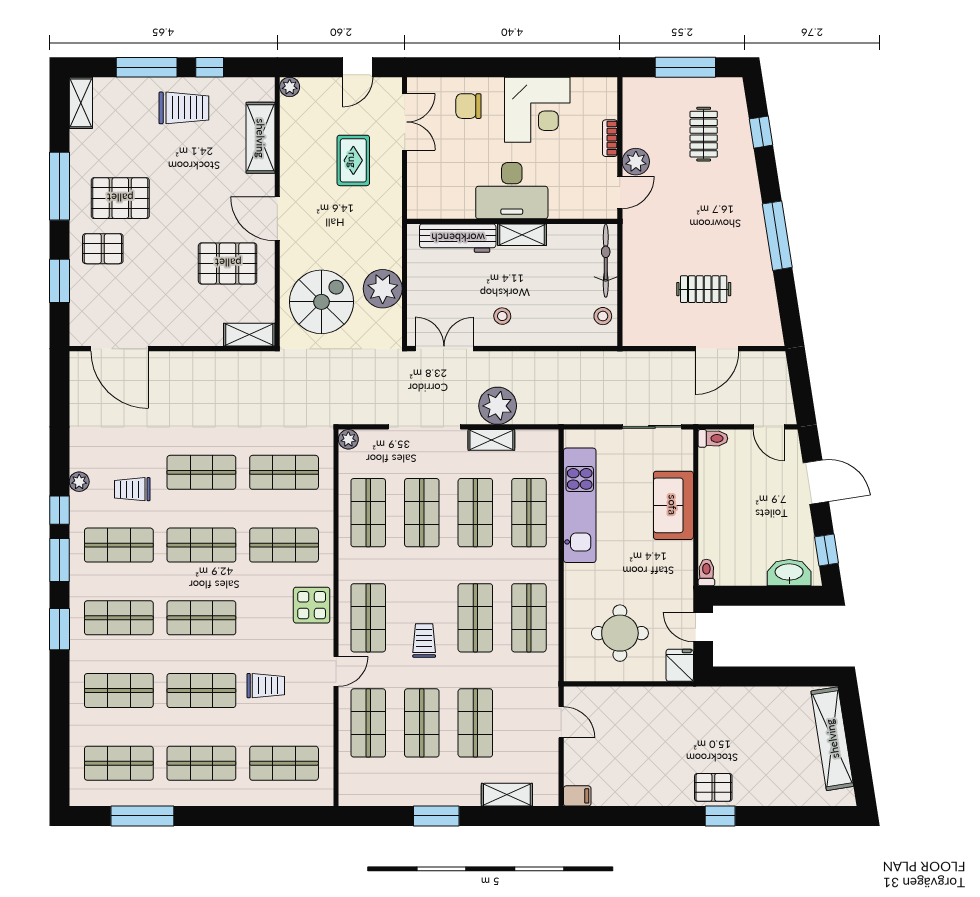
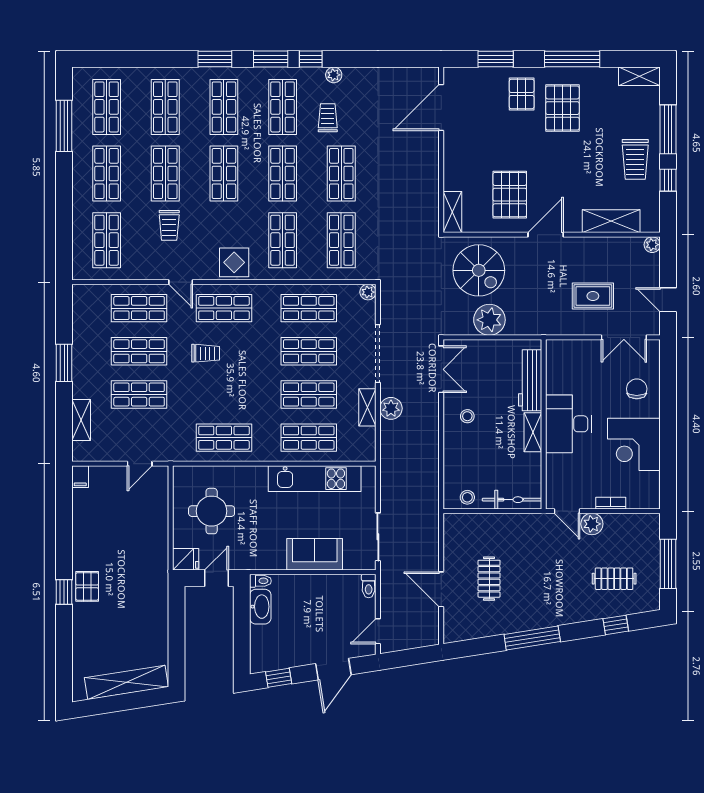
plant: (498, 406) -> (391, 408), width x0.73, depth x0.73
washbasin: (789, 573) -> (260, 607), moved
shop shelf: (475, 618) -> (224, 394), removed

